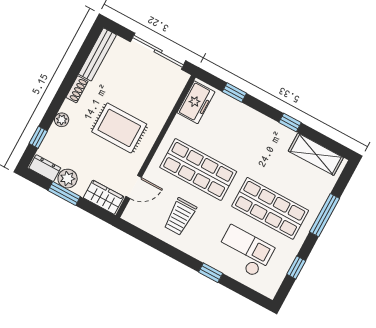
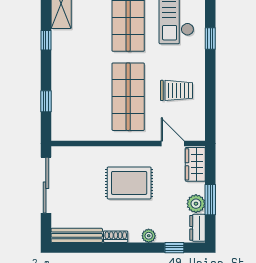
freezer: (196, 102) -> (72, 129), removed
rug: (119, 128) -> (129, 183), turned 90

